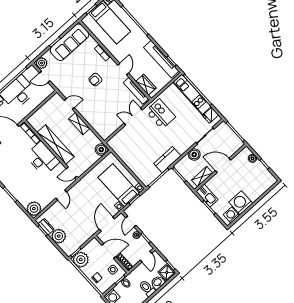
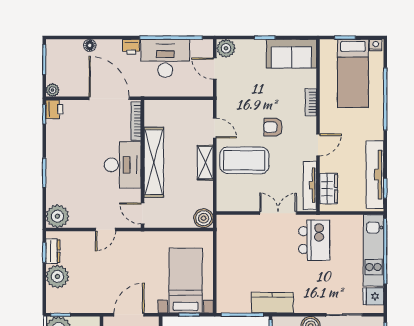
sofa: (69, 42) -> (291, 54), width x0.73
coffee table: (96, 106) -> (244, 160), added

